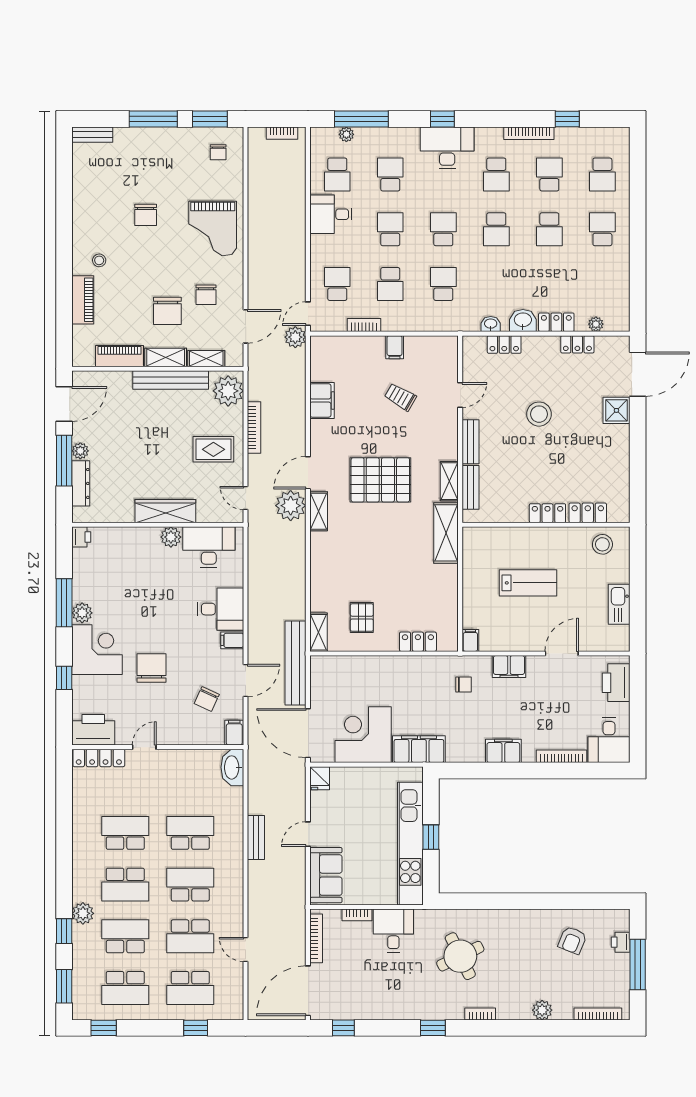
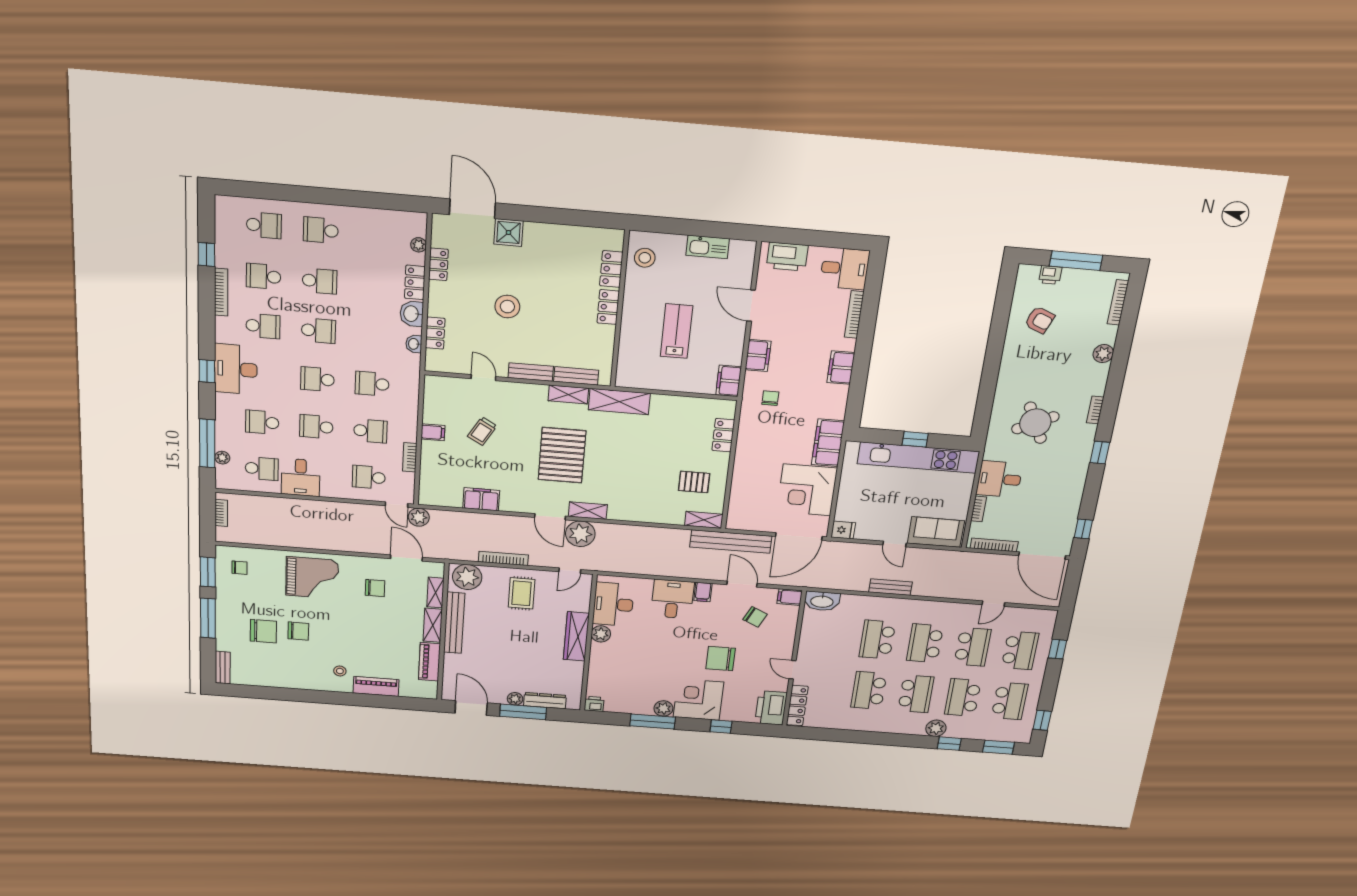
chair: (167, 311) -> (263, 631), moved
filing cabinet: (470, 640) -> (729, 381), width x2.00

